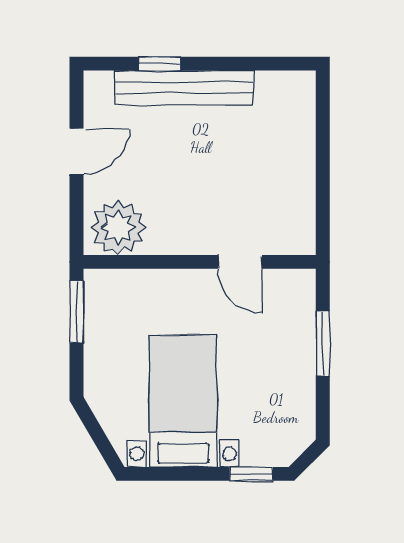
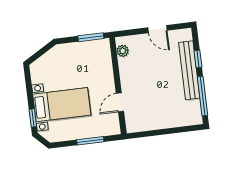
window: (249, 64) -> (203, 96), added
plant: (118, 228) -> (123, 51), width x0.53, depth x0.53
bed with nightstands: (183, 401) -> (62, 105), moved

